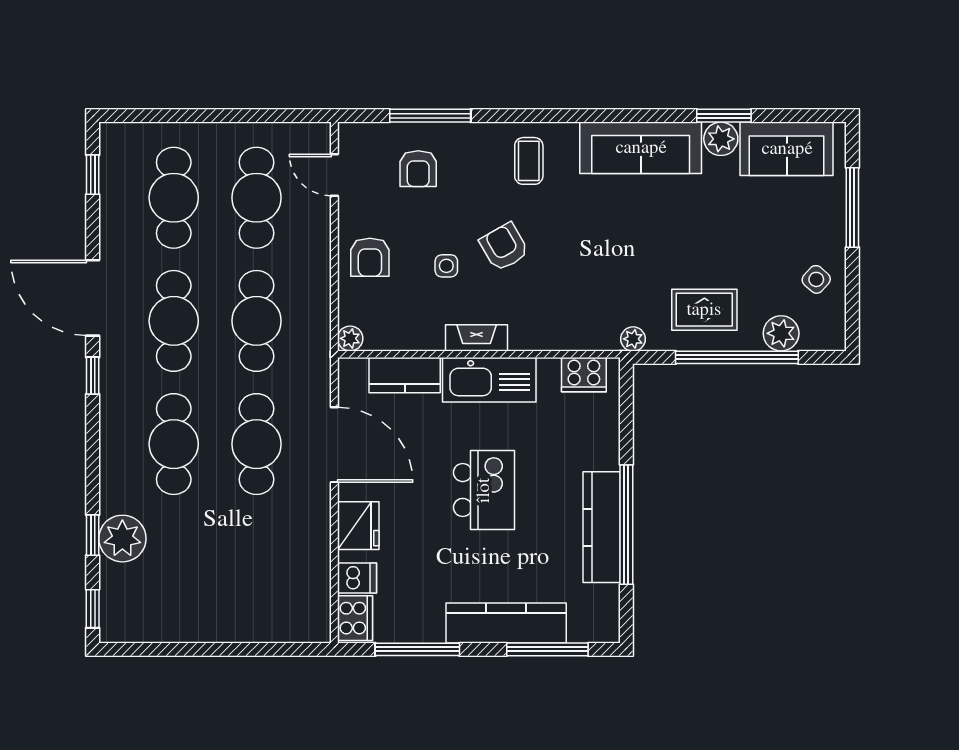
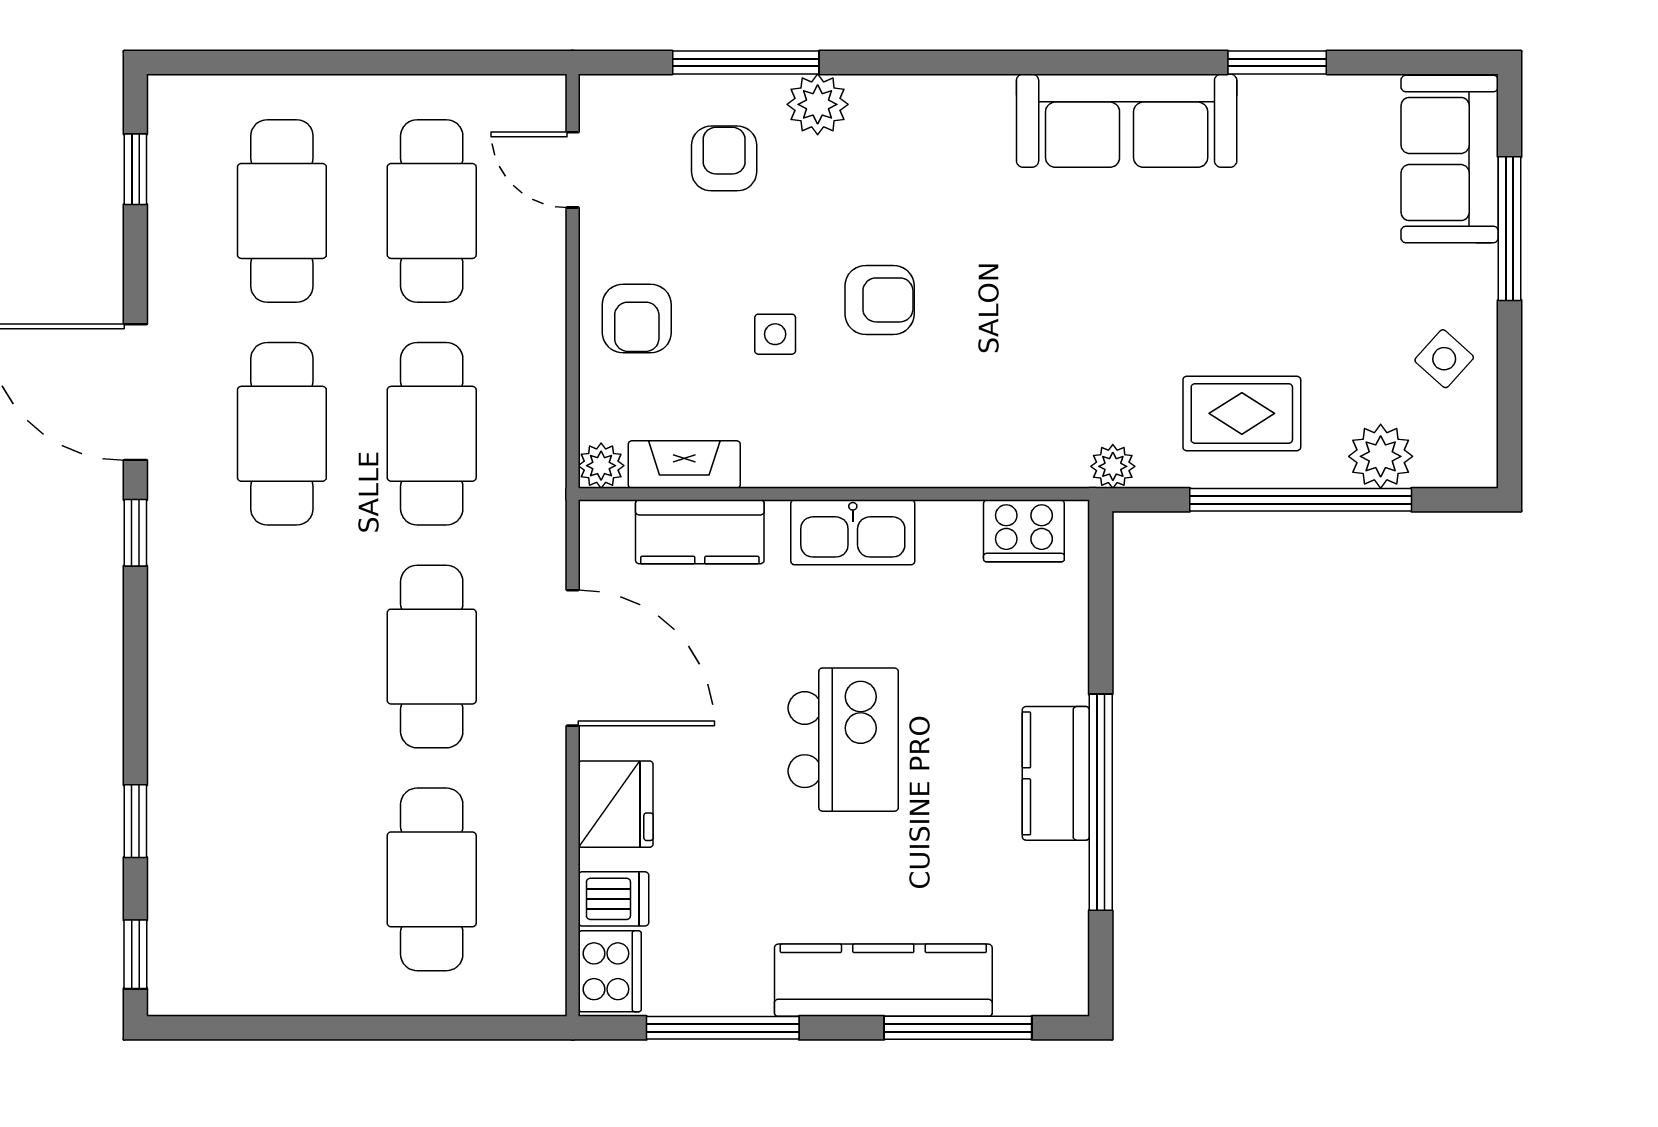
plant: (721, 139) -> (818, 104), moved
sofa: (787, 149) -> (1450, 159), moved, turned 90
coffee table: (529, 161) -> (924, 144), removed
armchair: (418, 169) -> (724, 158), turned 180
armchair: (504, 247) -> (880, 300), turned 120
fireplace: (477, 338) -> (684, 465), moved
kitchen sink: (489, 380) -> (853, 532), width x0.73, depth x0.81
cafe table: (174, 444) -> (432, 879), moved
kitchen counter: (602, 527) -> (1056, 773), width x0.67
plant: (122, 539) -> (189, 827), removed

